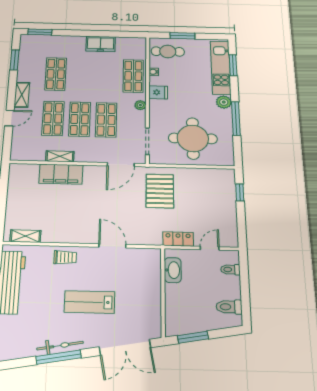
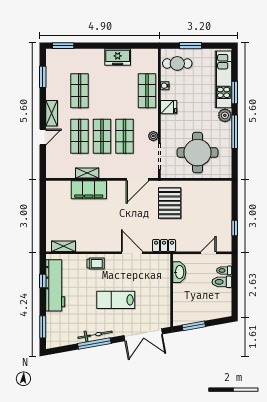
window: (233, 65) -> (235, 93), moved
plant: (140, 105) -> (153, 136), moved
window: (240, 192) -> (235, 228), moved
locker: (178, 239) -> (164, 246), moved
toilet: (229, 307) -> (222, 282), moved

